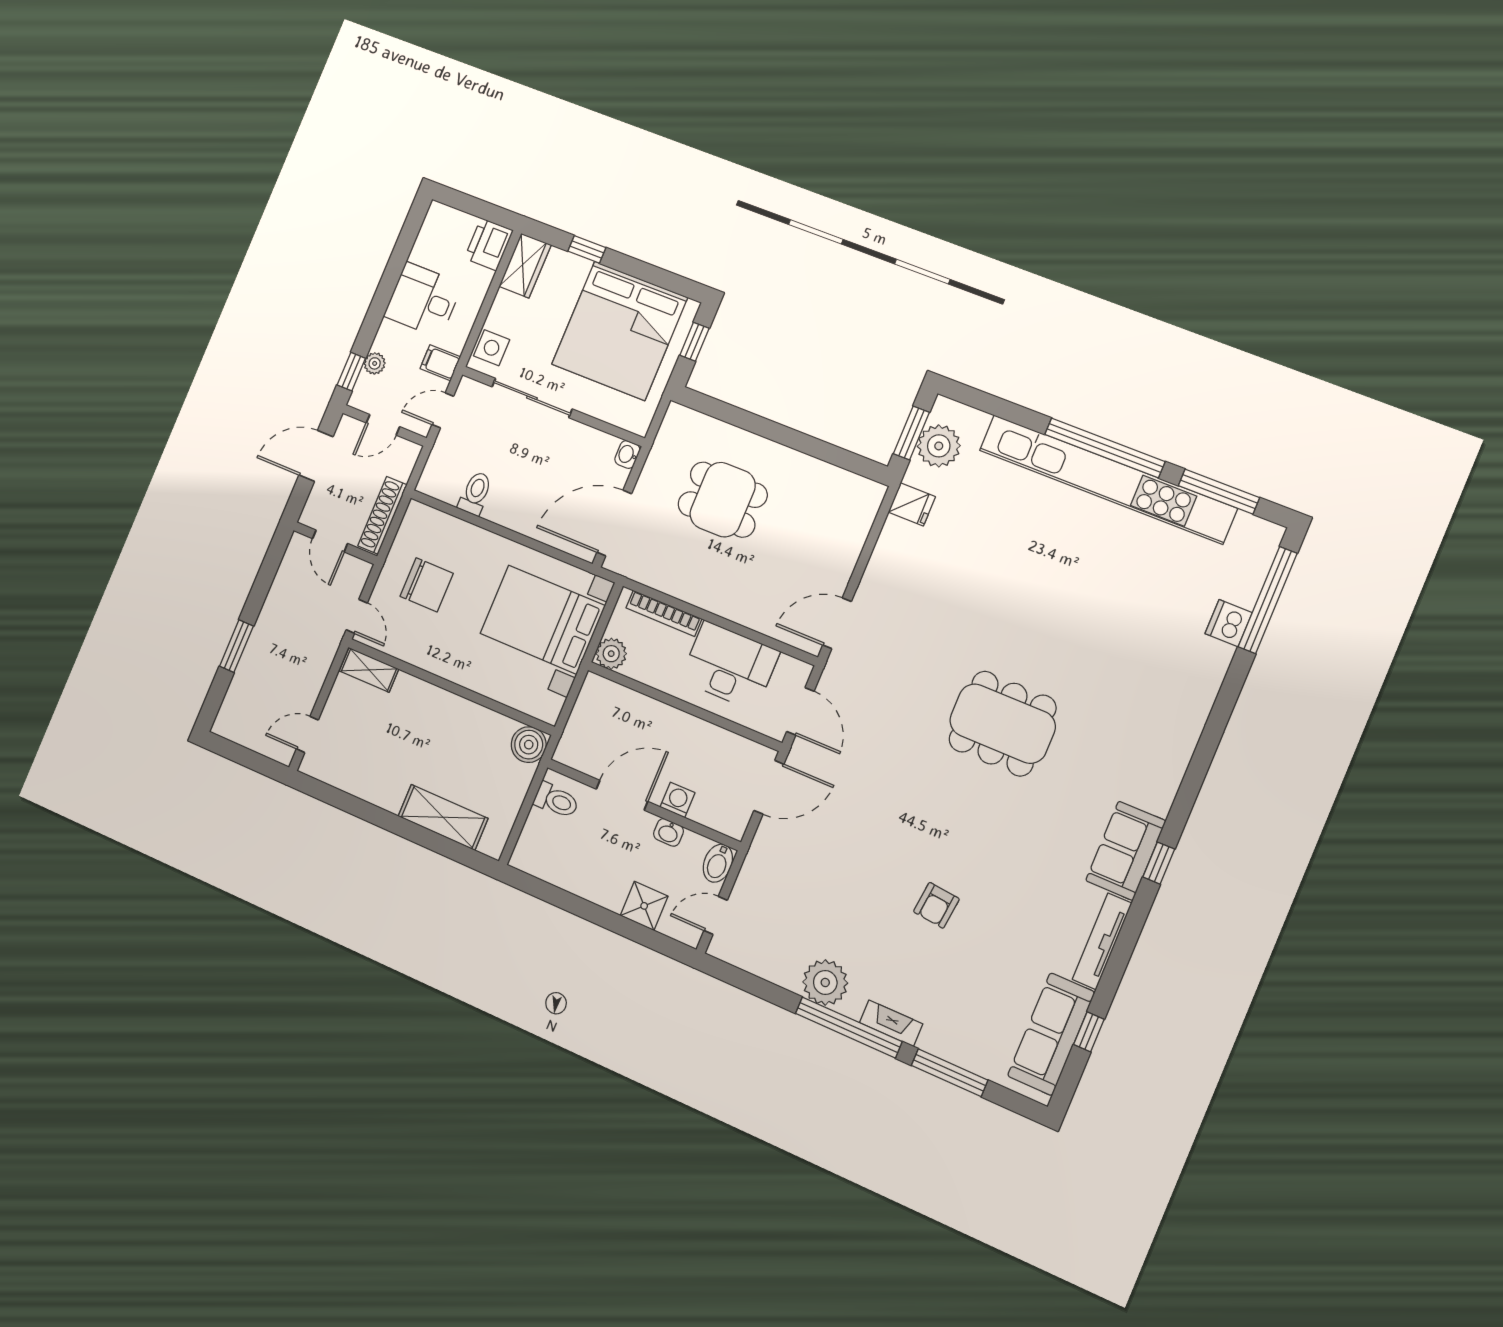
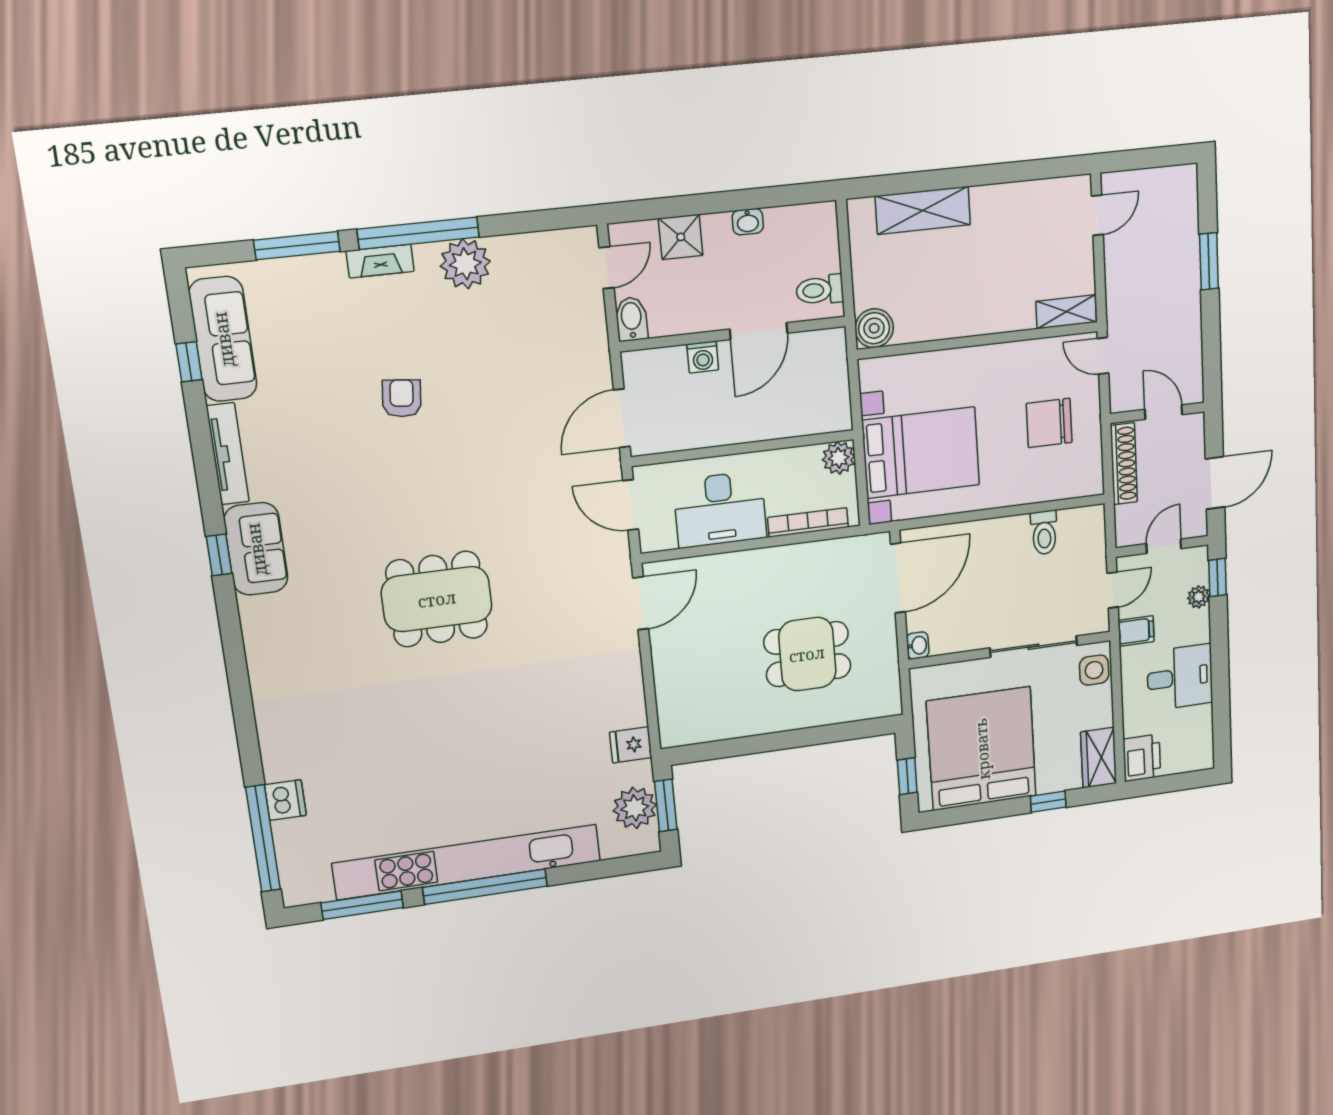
washbasin: (669, 832) -> (748, 222), moved, turned 180

